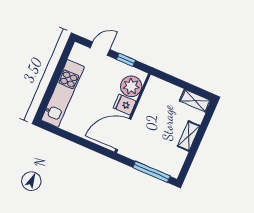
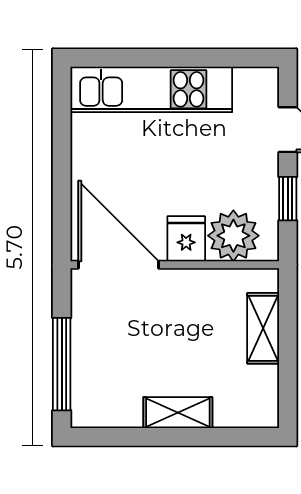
shelving: (195, 101) -> (263, 328), moved

